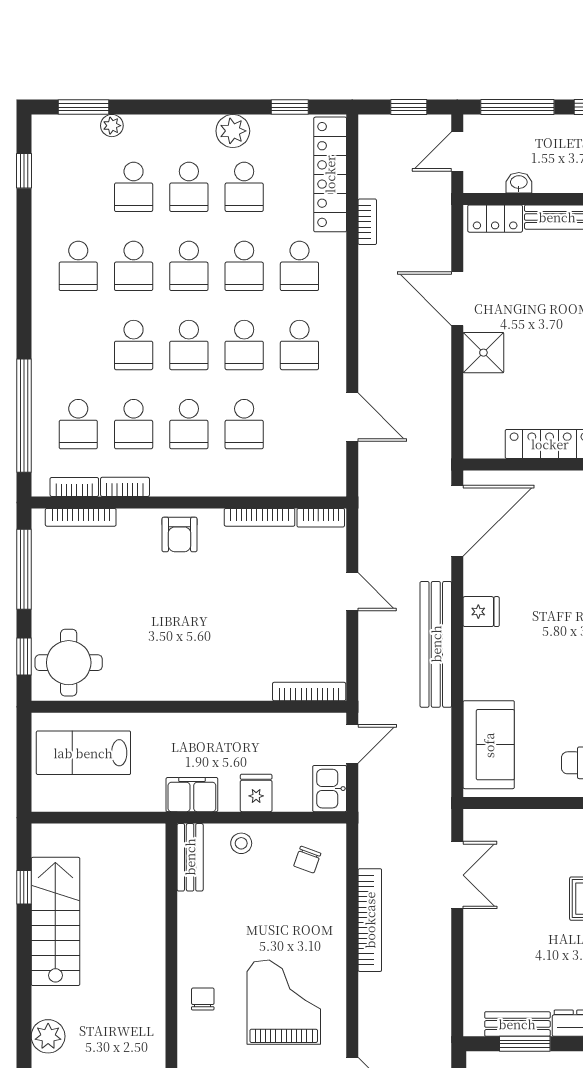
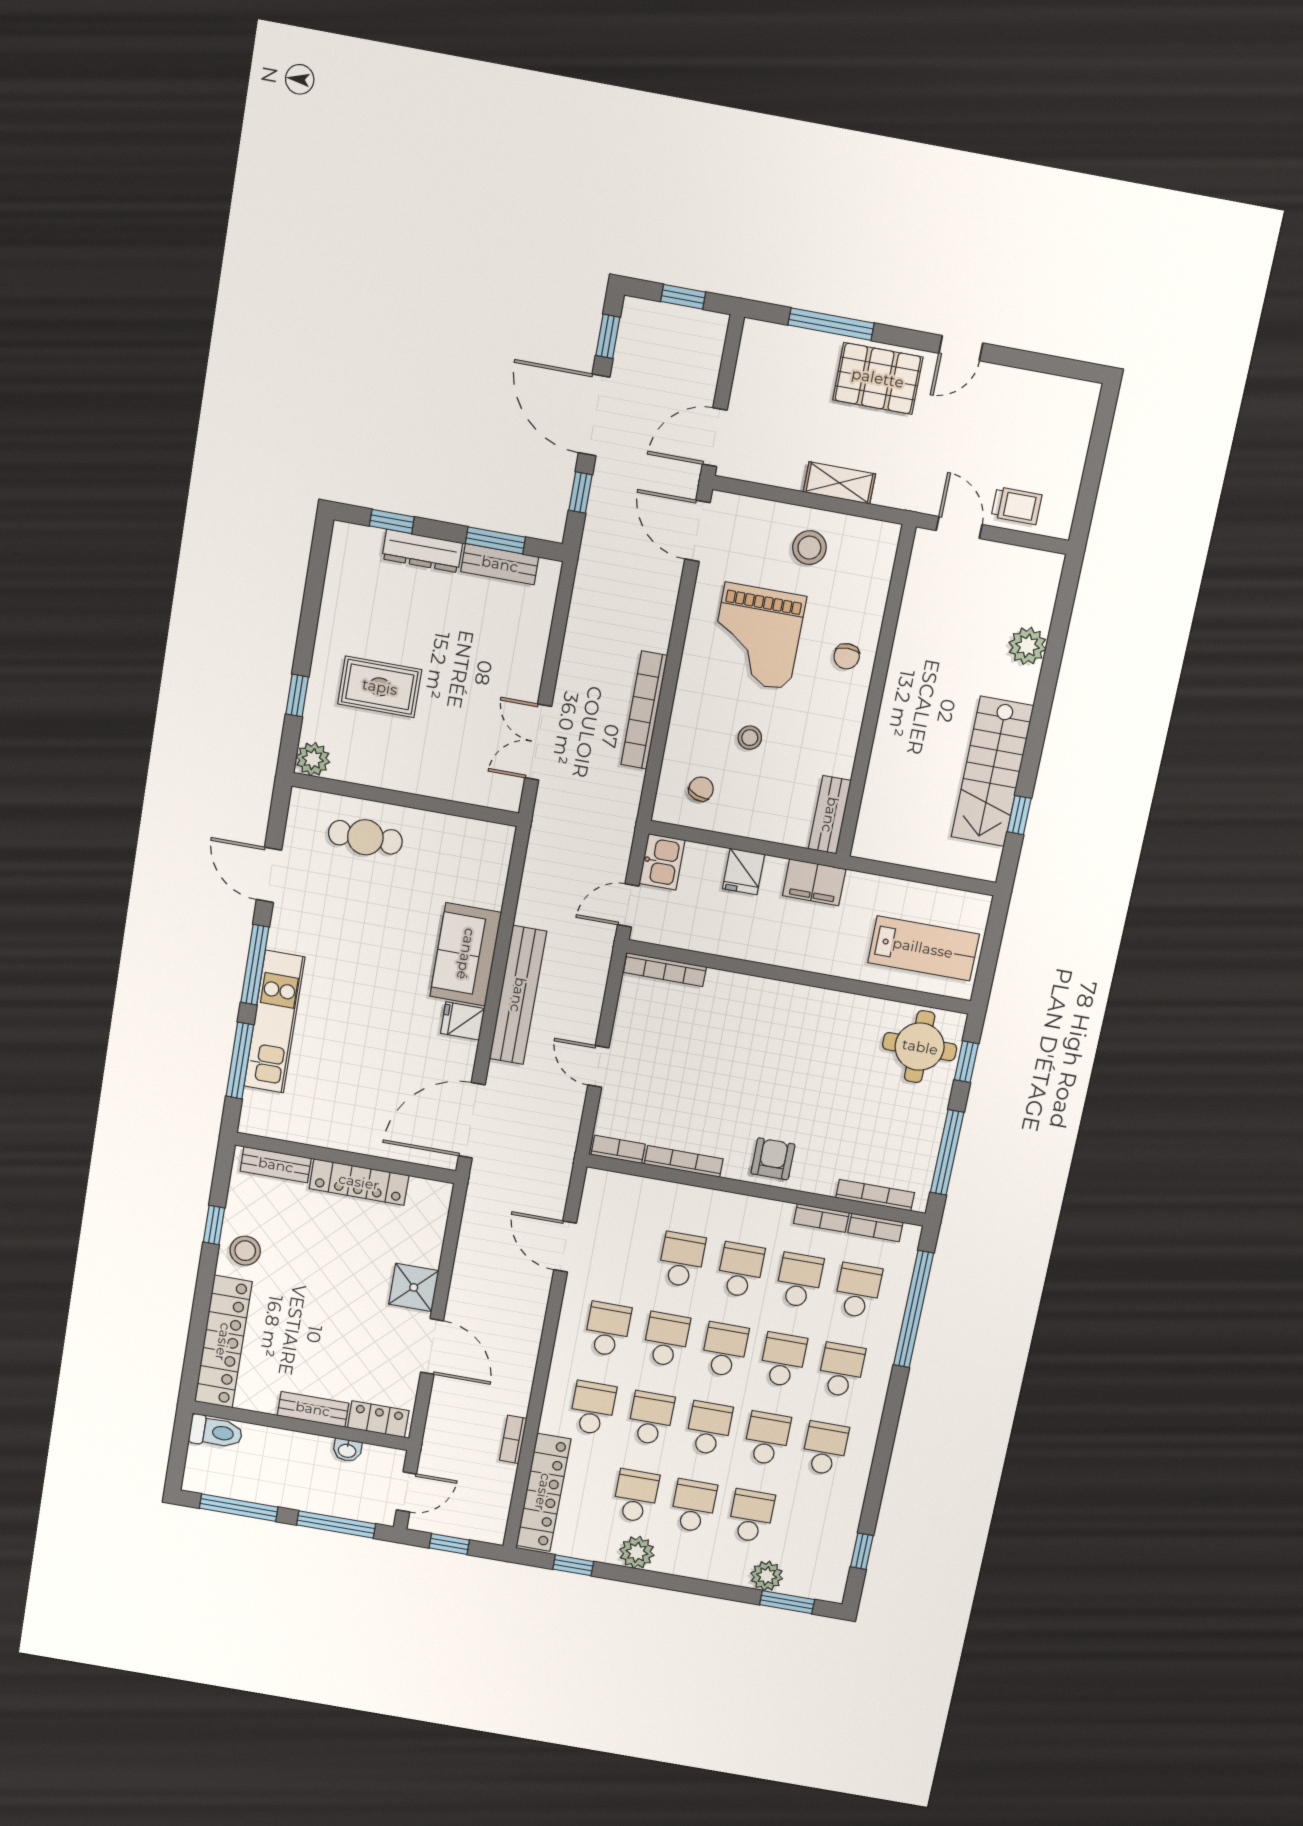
plant: (112, 126) -> (767, 1576), width x1.38, depth x1.38
school desk: (78, 345) -> (841, 1370), added
sofa: (489, 745) -> (466, 954), moved
stool: (241, 843) -> (750, 738), moved

